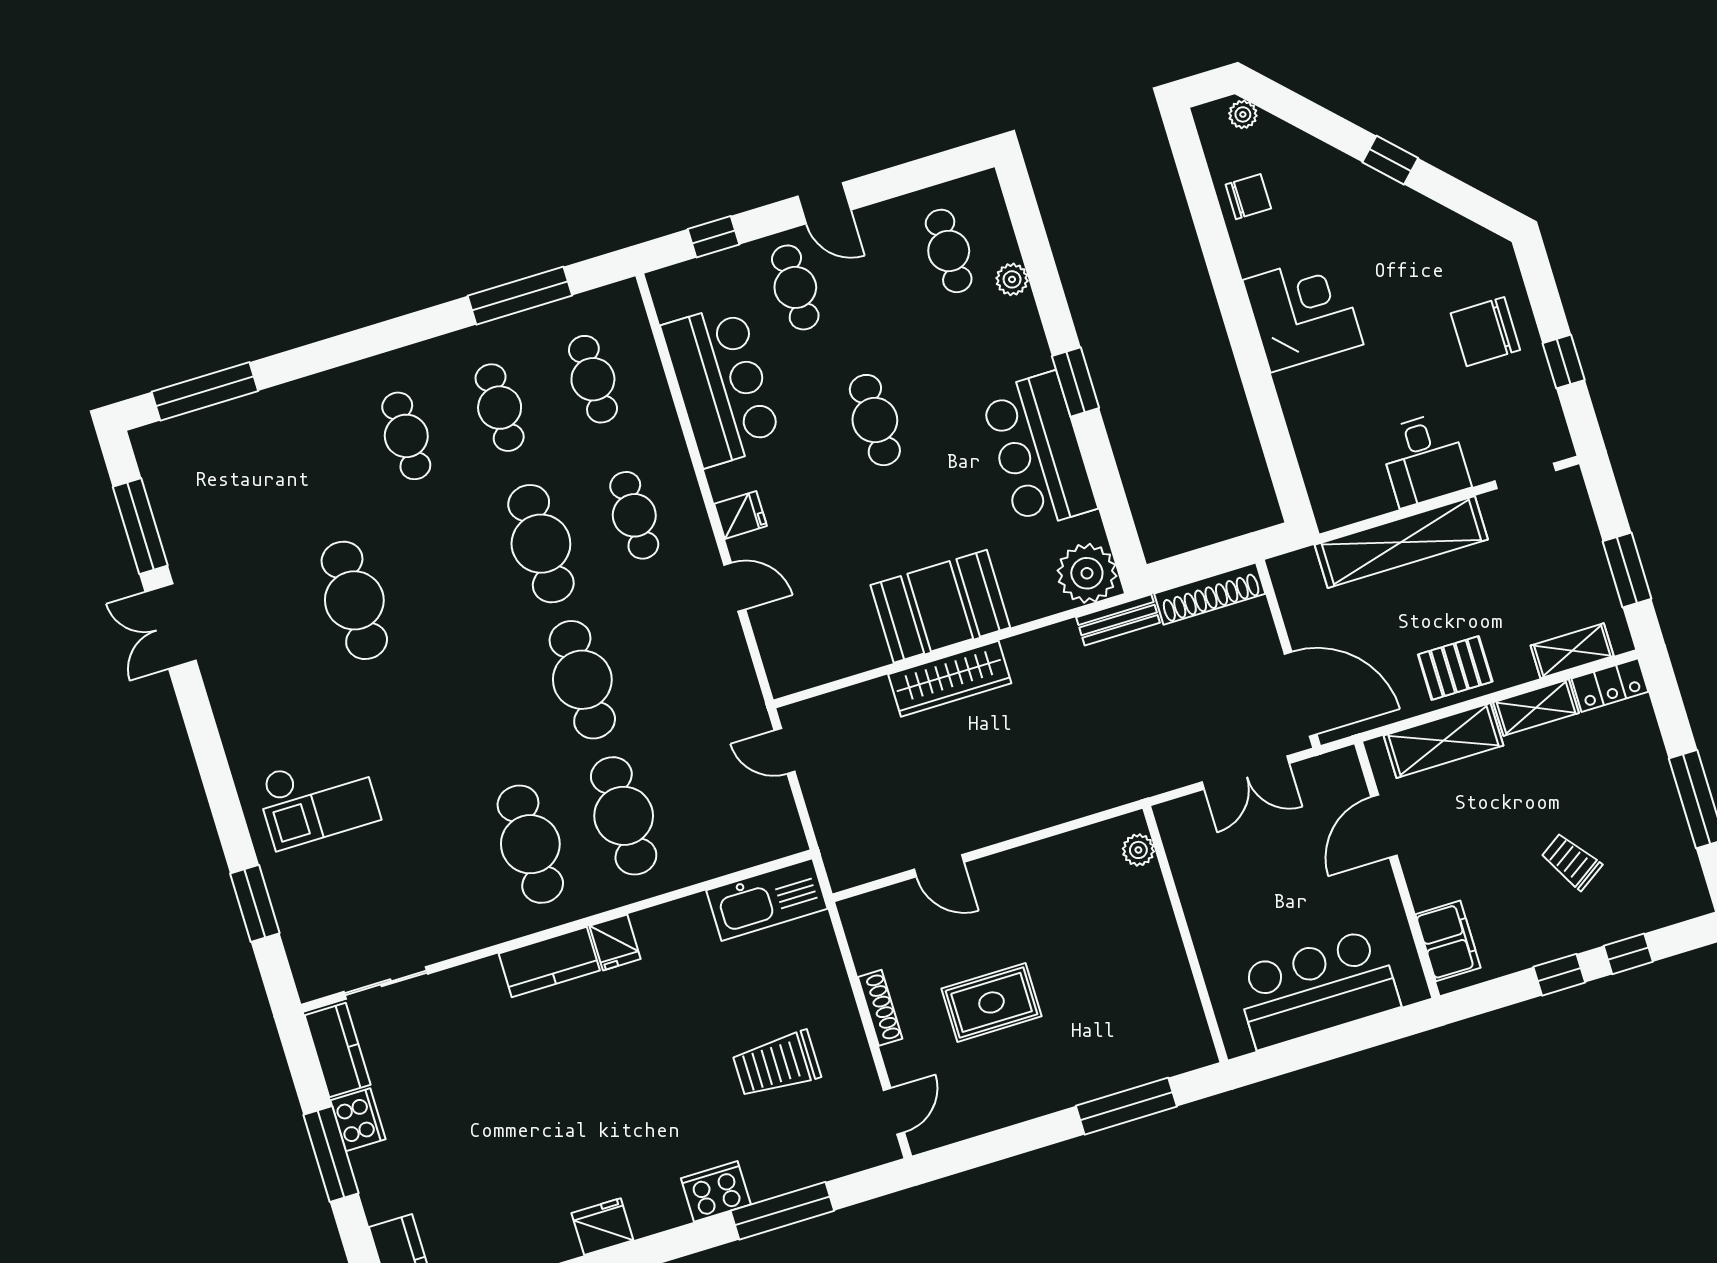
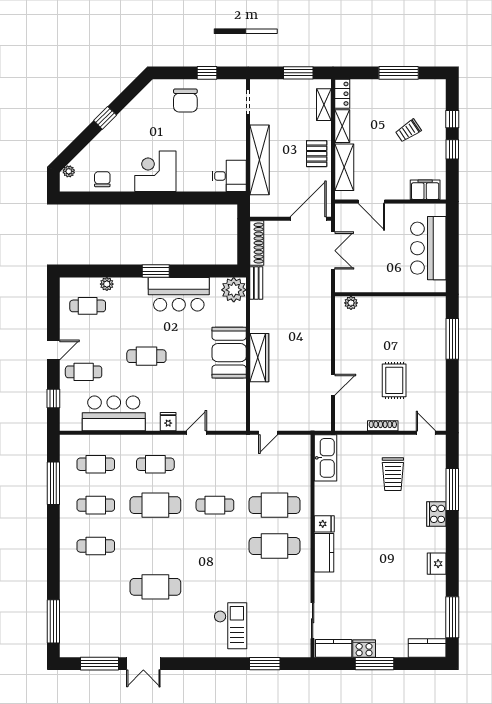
desk: (1424, 459) -> (229, 176), moved
cafe table: (582, 680) -> (215, 505), width x0.73, depth x0.74

